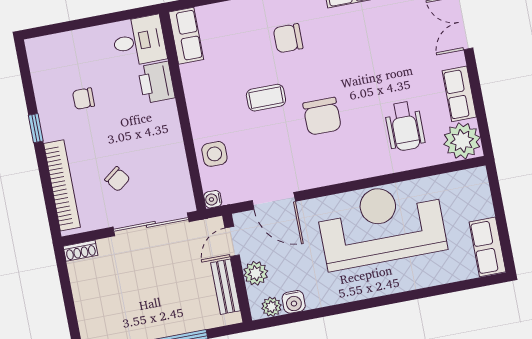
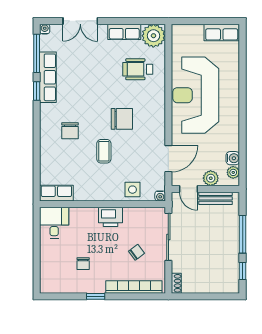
printer: (156, 82) -> (111, 217), moved
wheelchair: (405, 126) -> (138, 69), turned 180

